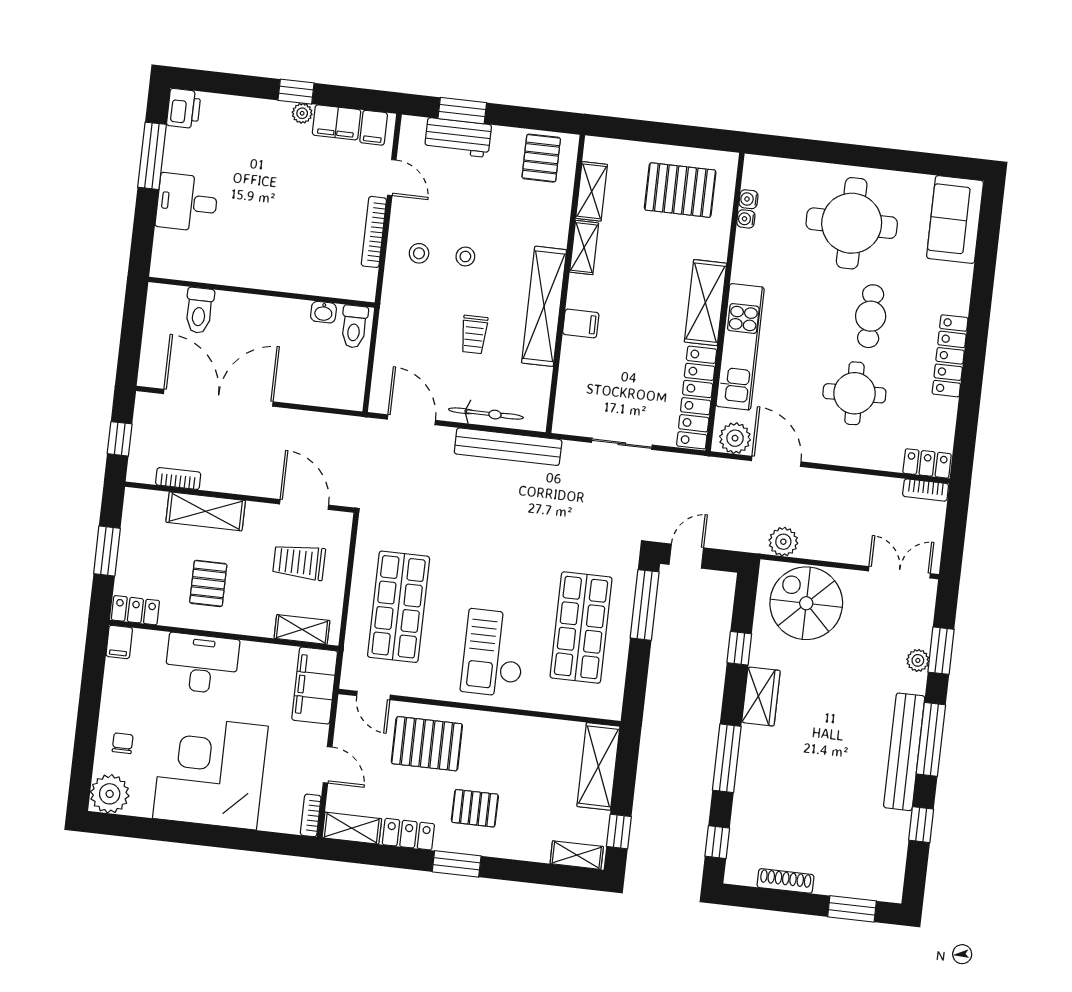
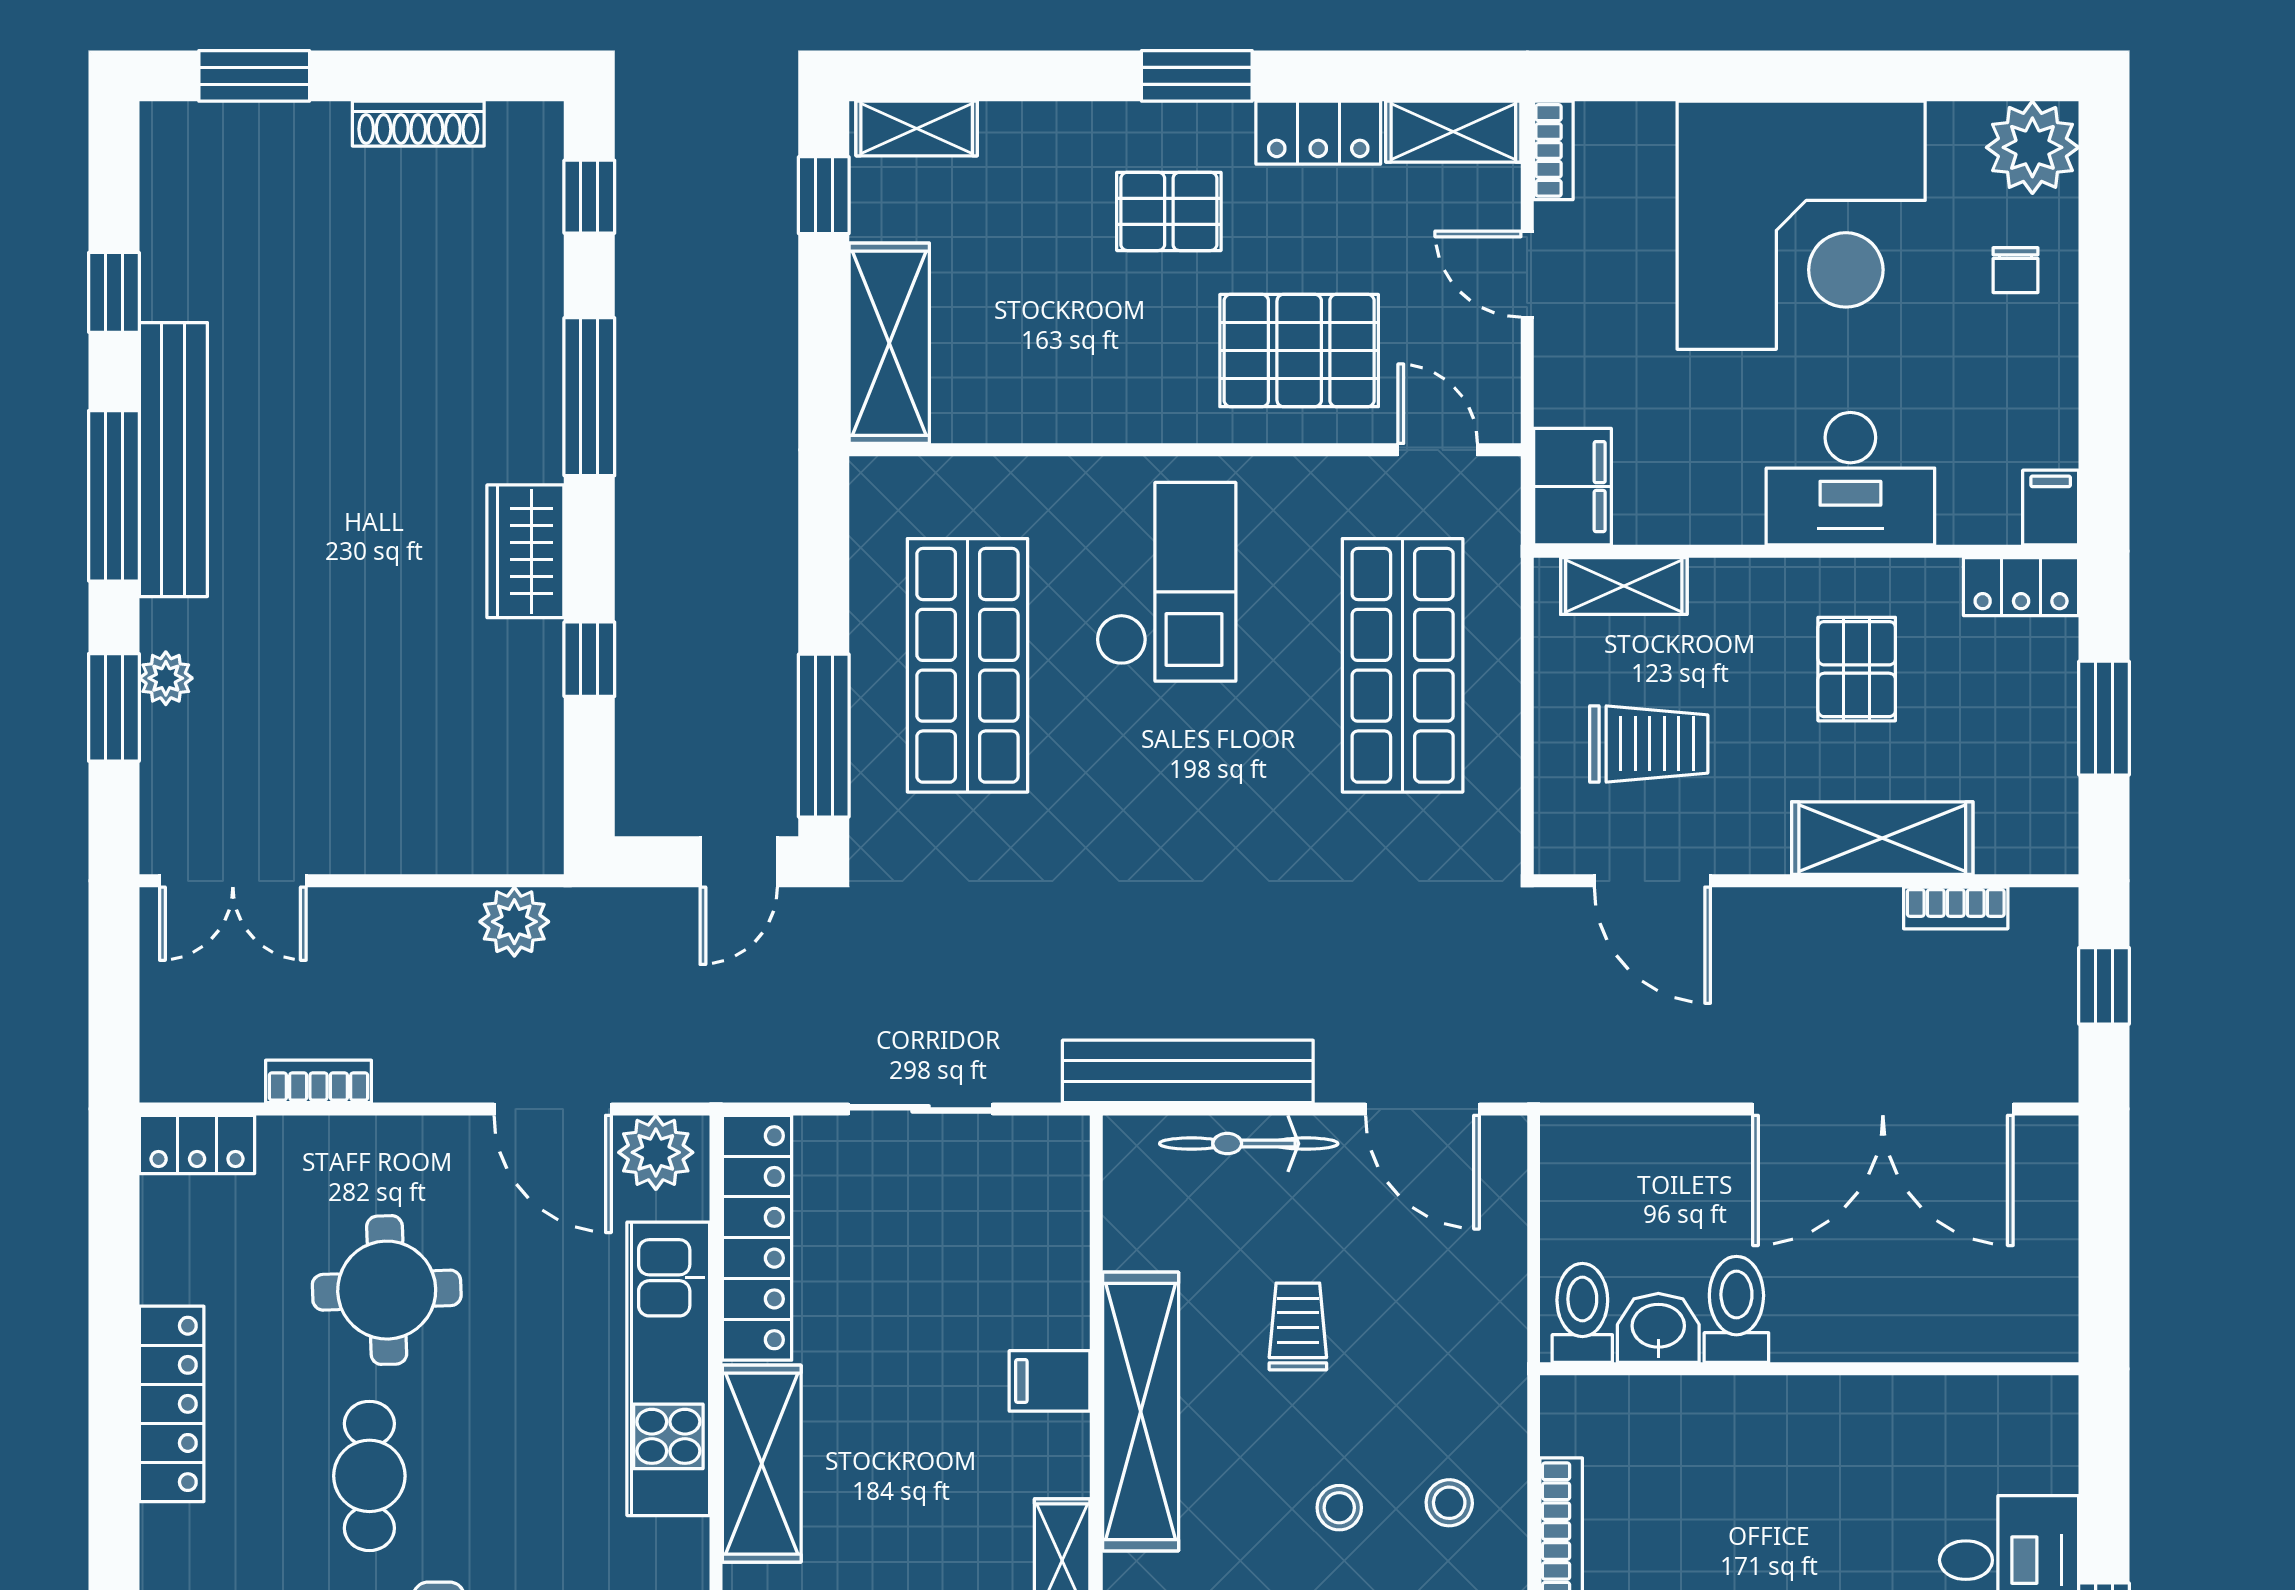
toilet: (199, 310) -> (1736, 1309), moved
washbasin: (323, 312) -> (1658, 1328), width x1.38, depth x1.45
bookcase: (926, 490) -> (319, 1081), moved
spiral stairs: (806, 603) -> (444, 783), removed
filing cabinet: (315, 685) -> (1572, 487), width x0.67, depth x0.86

